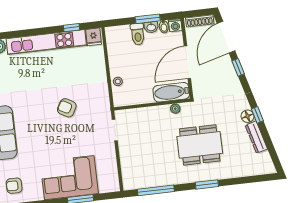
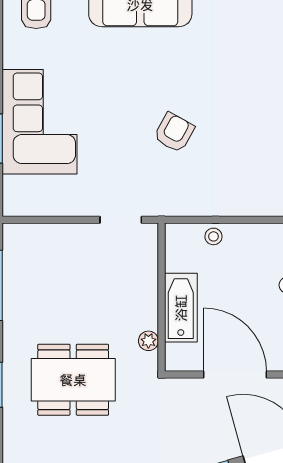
bathtub: (171, 92) -> (181, 308), moved
dining table: (200, 145) -> (73, 380), turned 90

